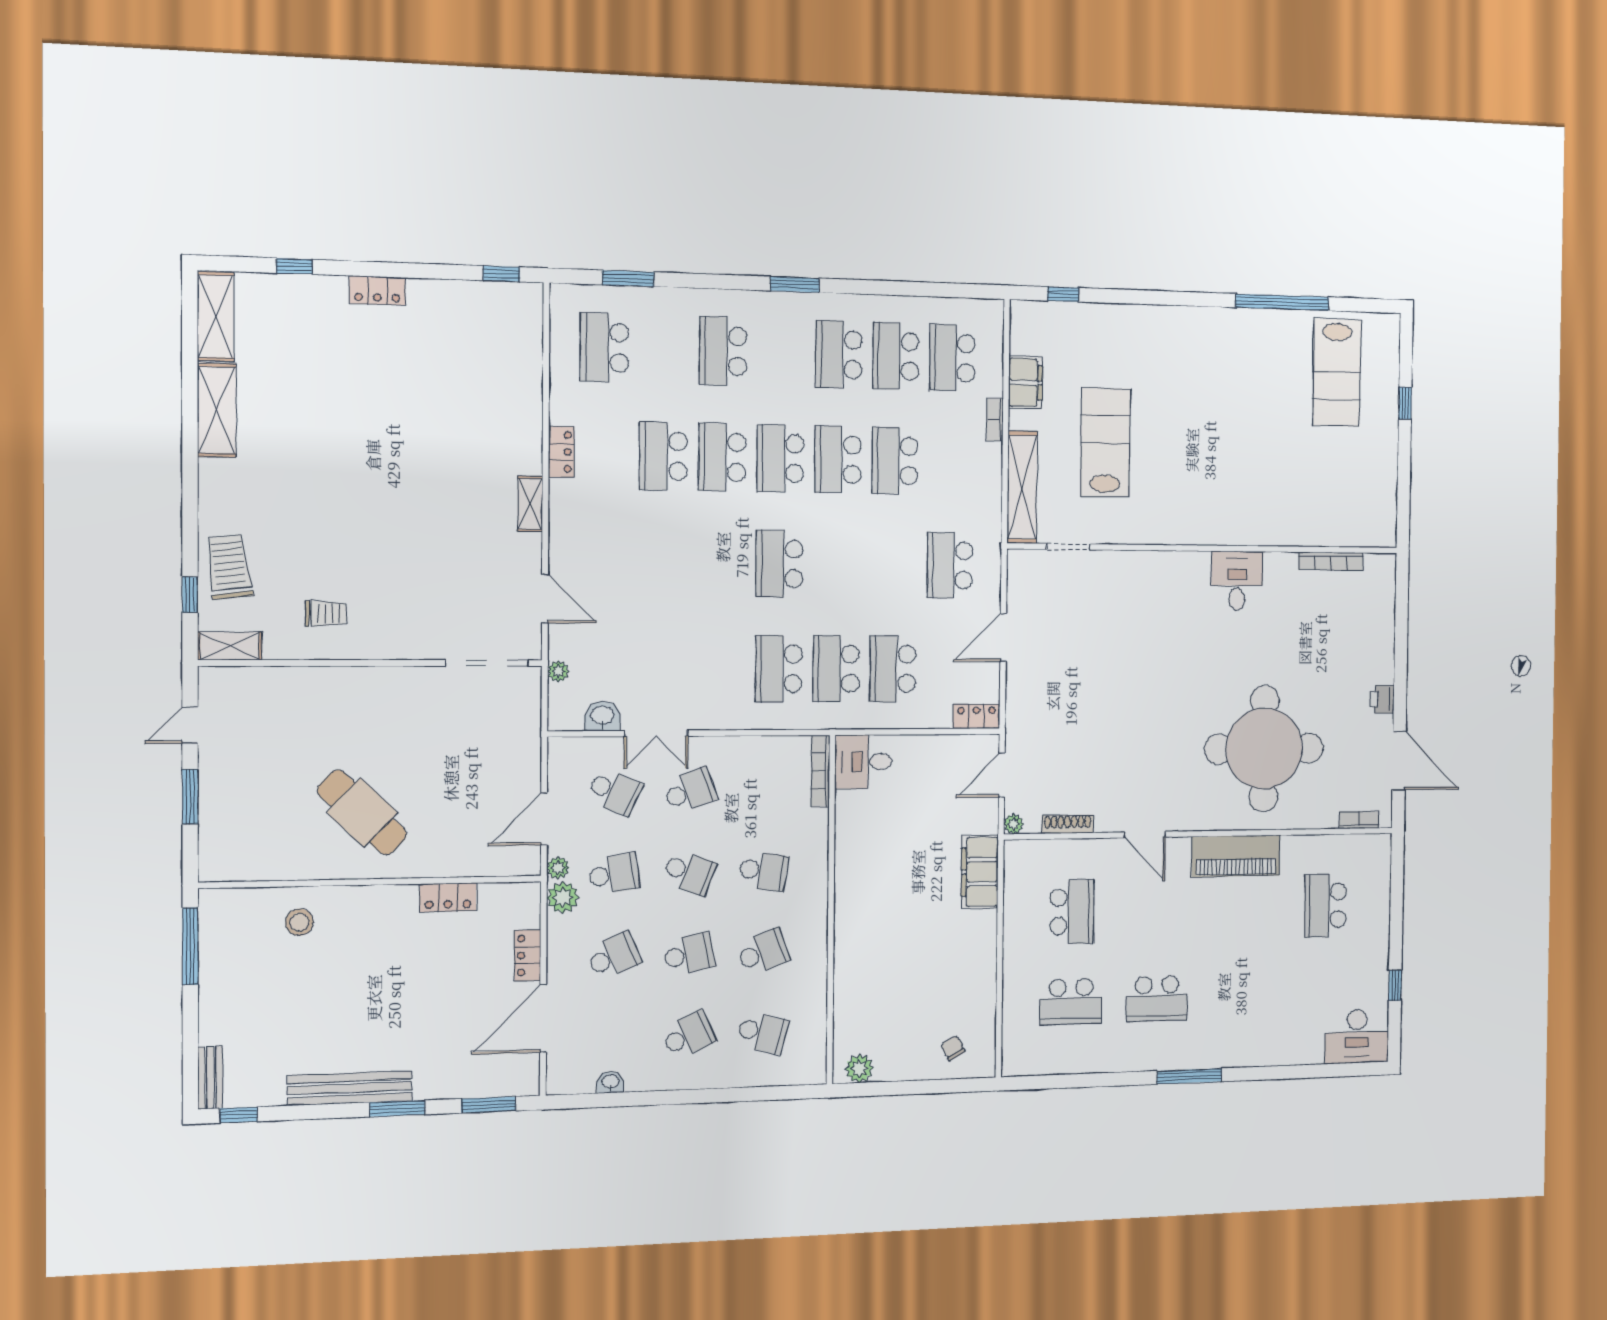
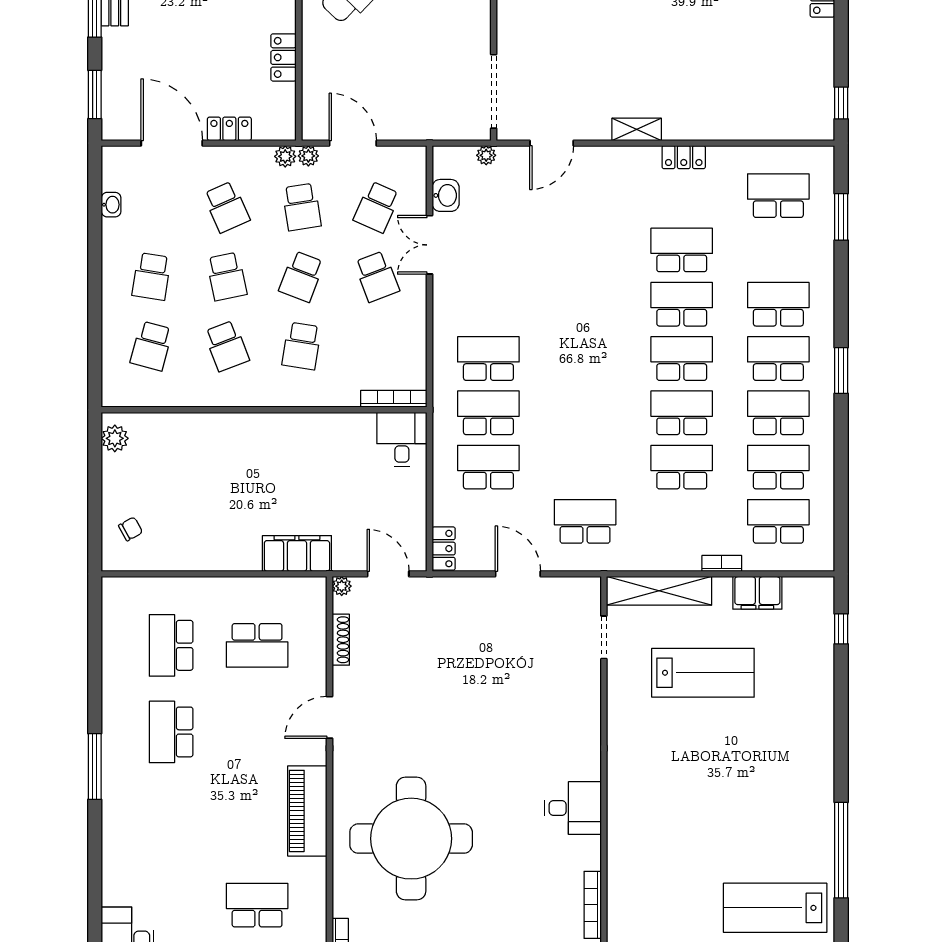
school desk: (780, 564) -> (778, 359), moved
plant: (563, 897) -> (285, 156), width x0.73, depth x0.73
school desk: (688, 1035) -> (151, 276), turned 33

